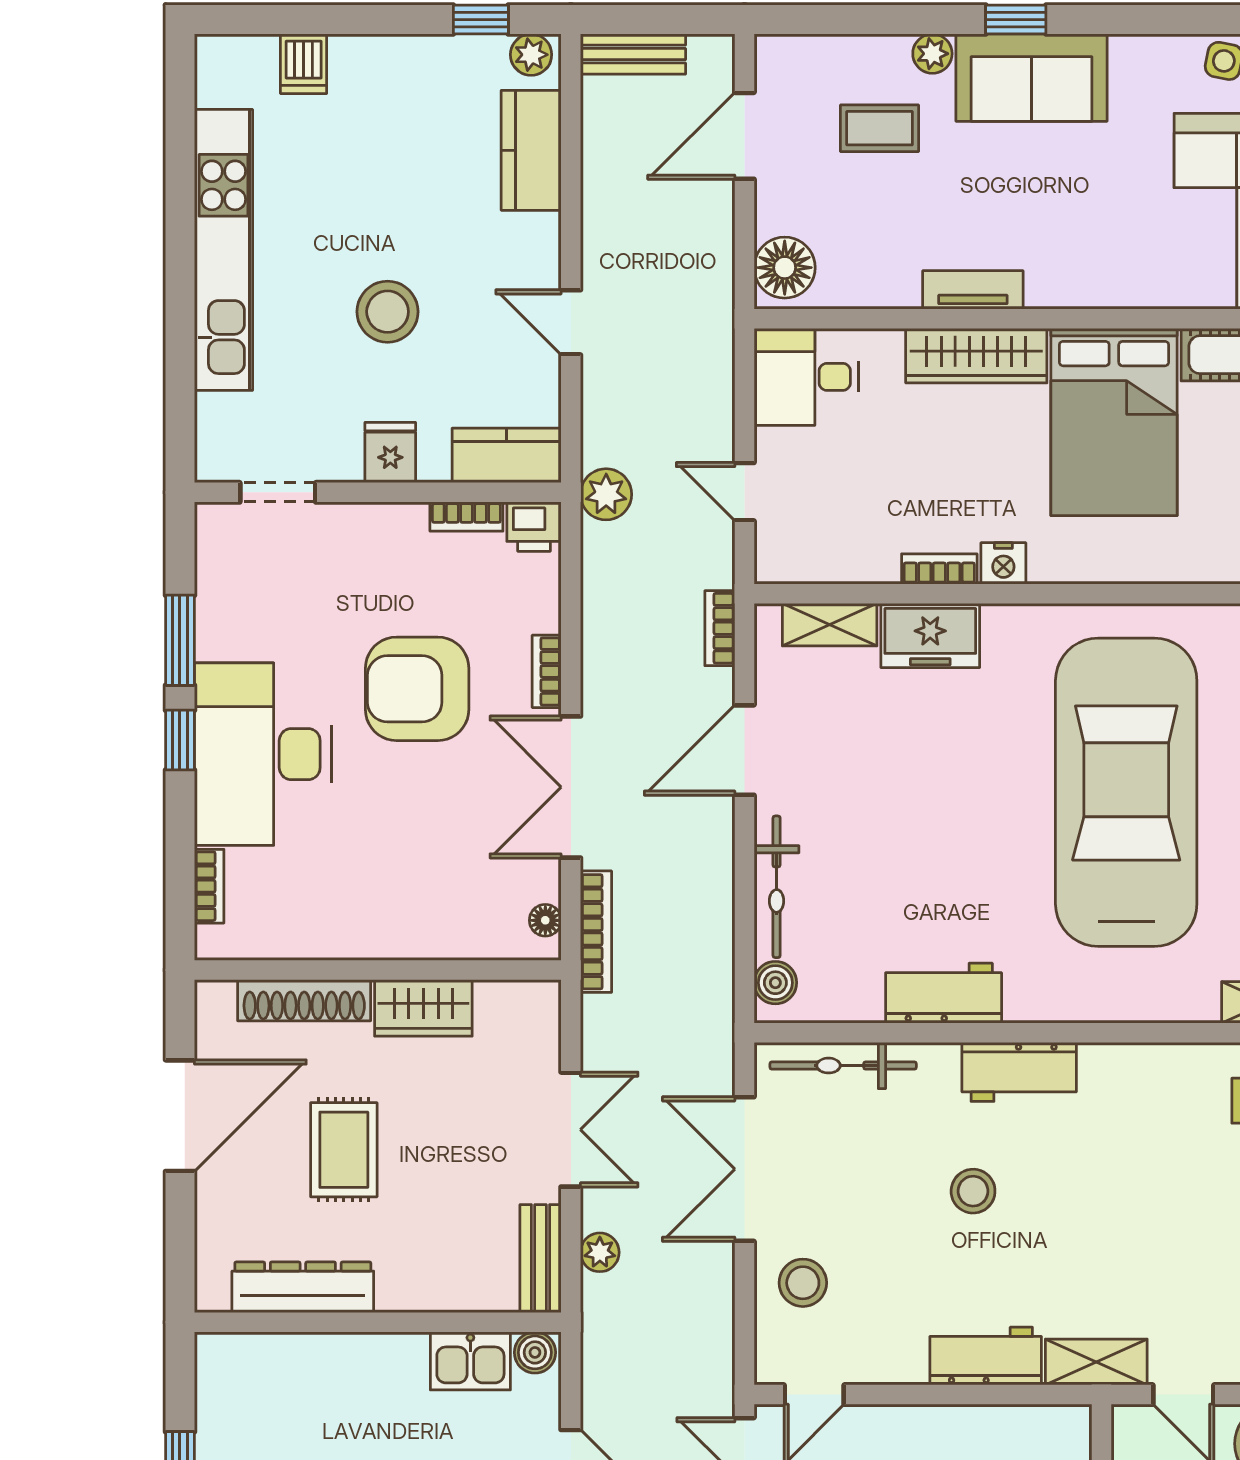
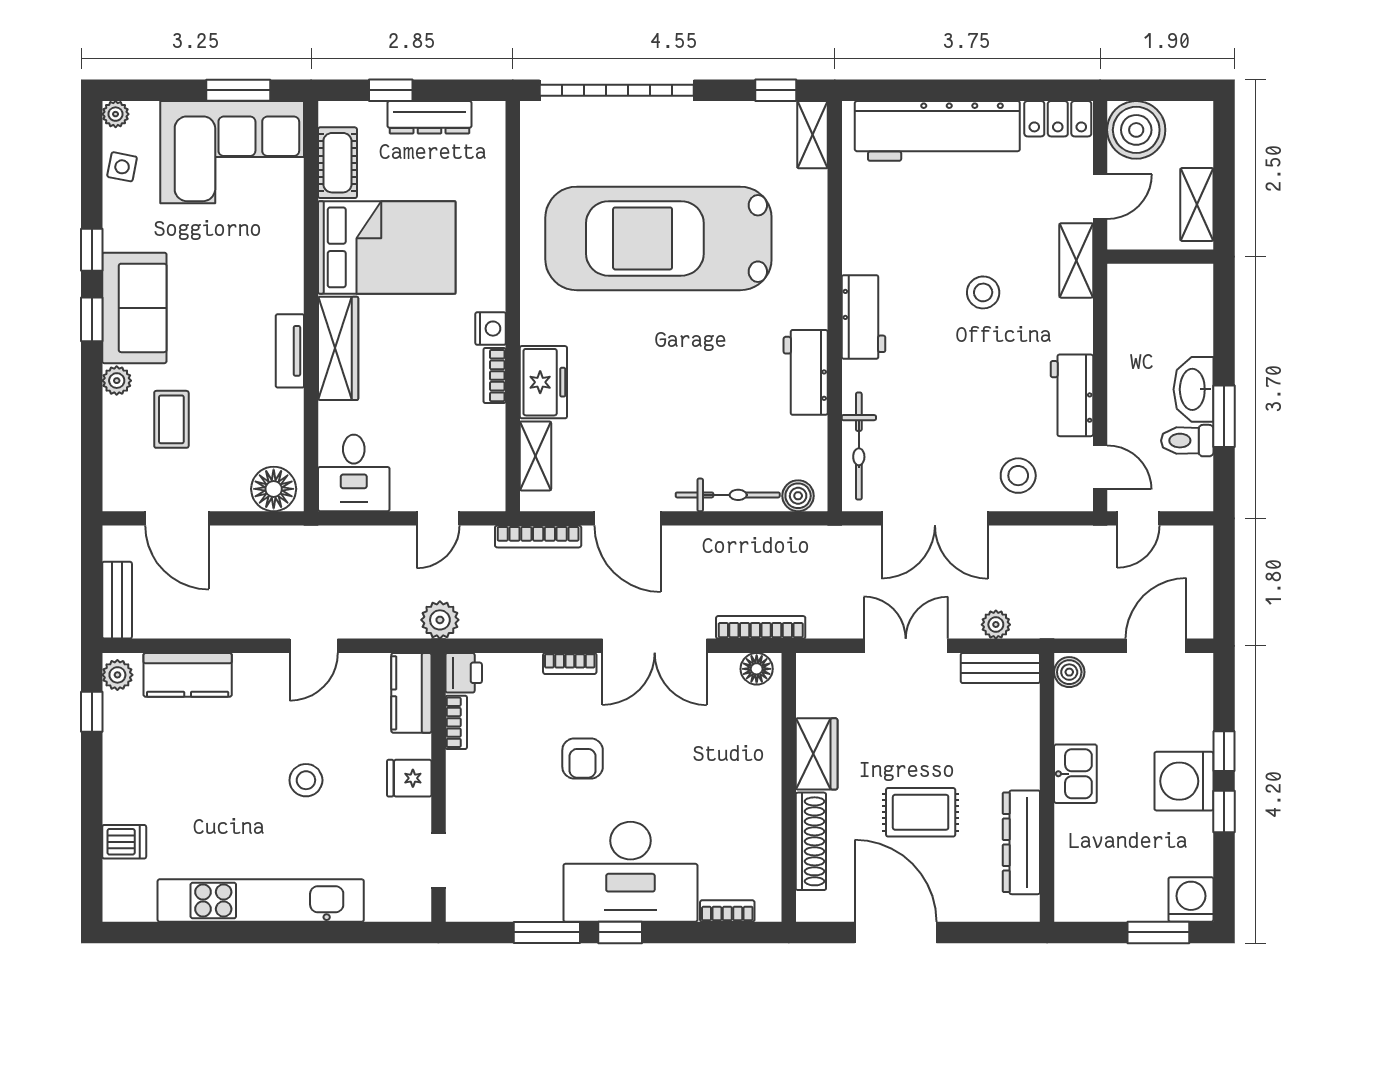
window: (1111, 20) -> (92, 250), added
stool: (388, 312) -> (306, 780), width x0.73, depth x0.73
bookcase: (720, 628) -> (538, 537), width x1.56
armchair: (417, 689) -> (583, 758), width x0.53, depth x0.53
floor lamp: (545, 920) -> (757, 669), width x1.37, depth x1.37
stool: (973, 1191) -> (983, 292), moved
workbench: (986, 1356) -> (1072, 395), moved
kitchen sink: (470, 1361) -> (1075, 774), moved

